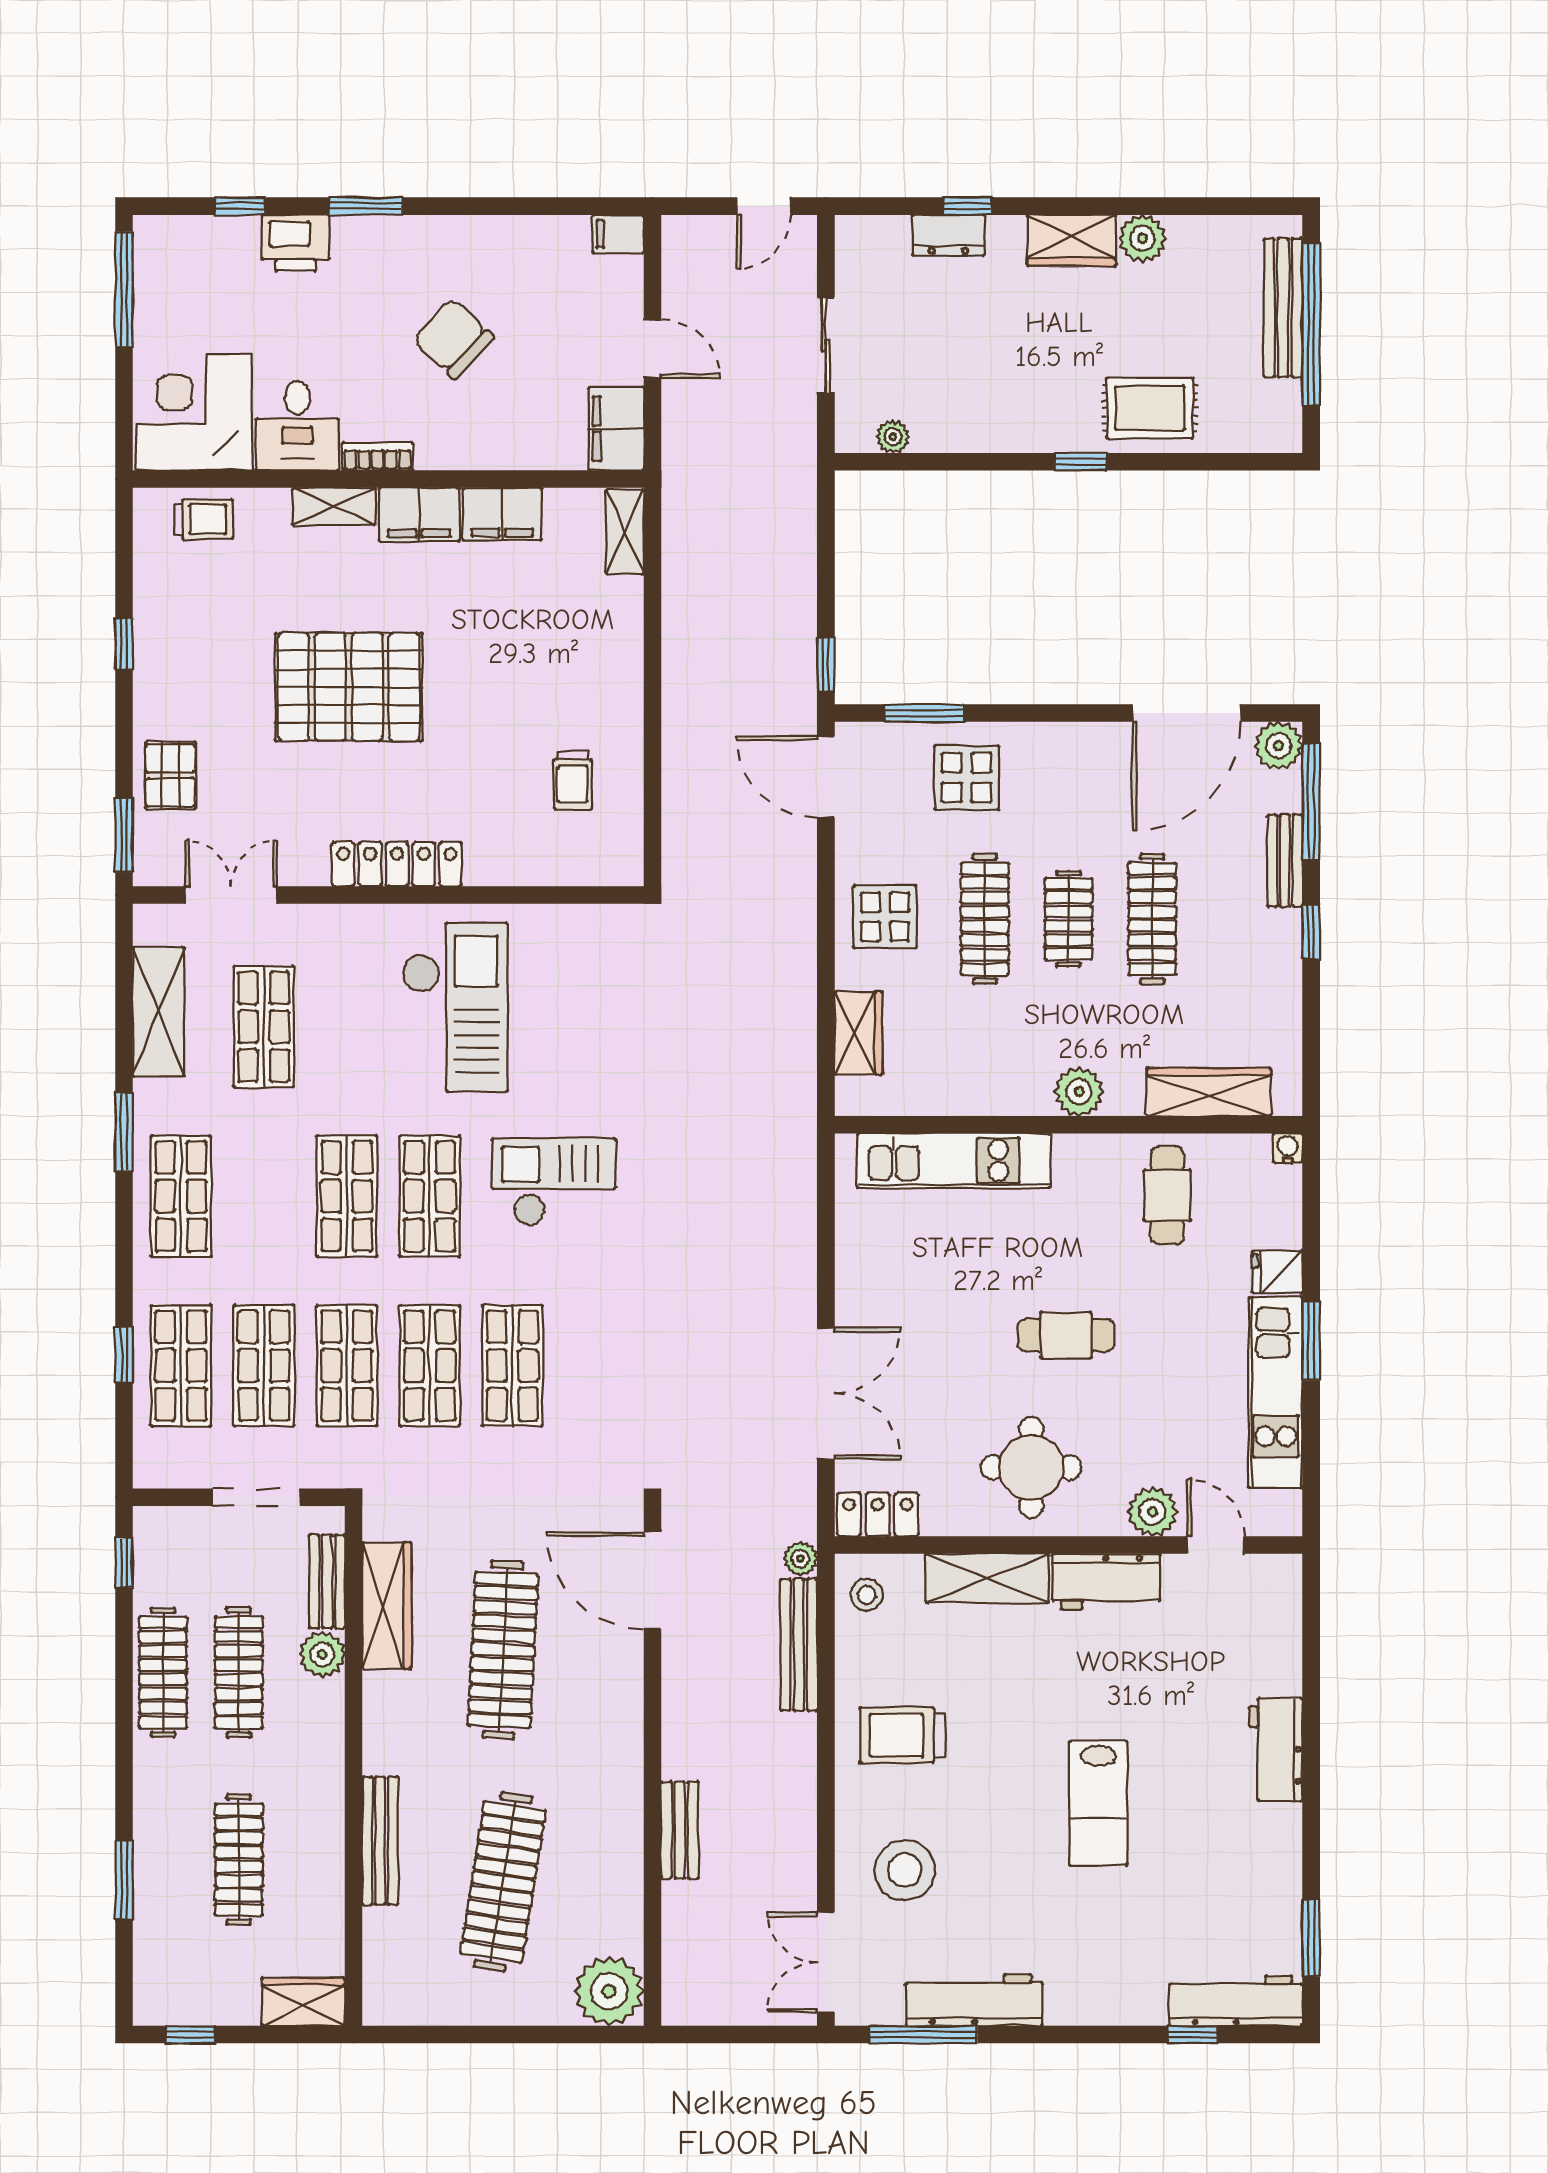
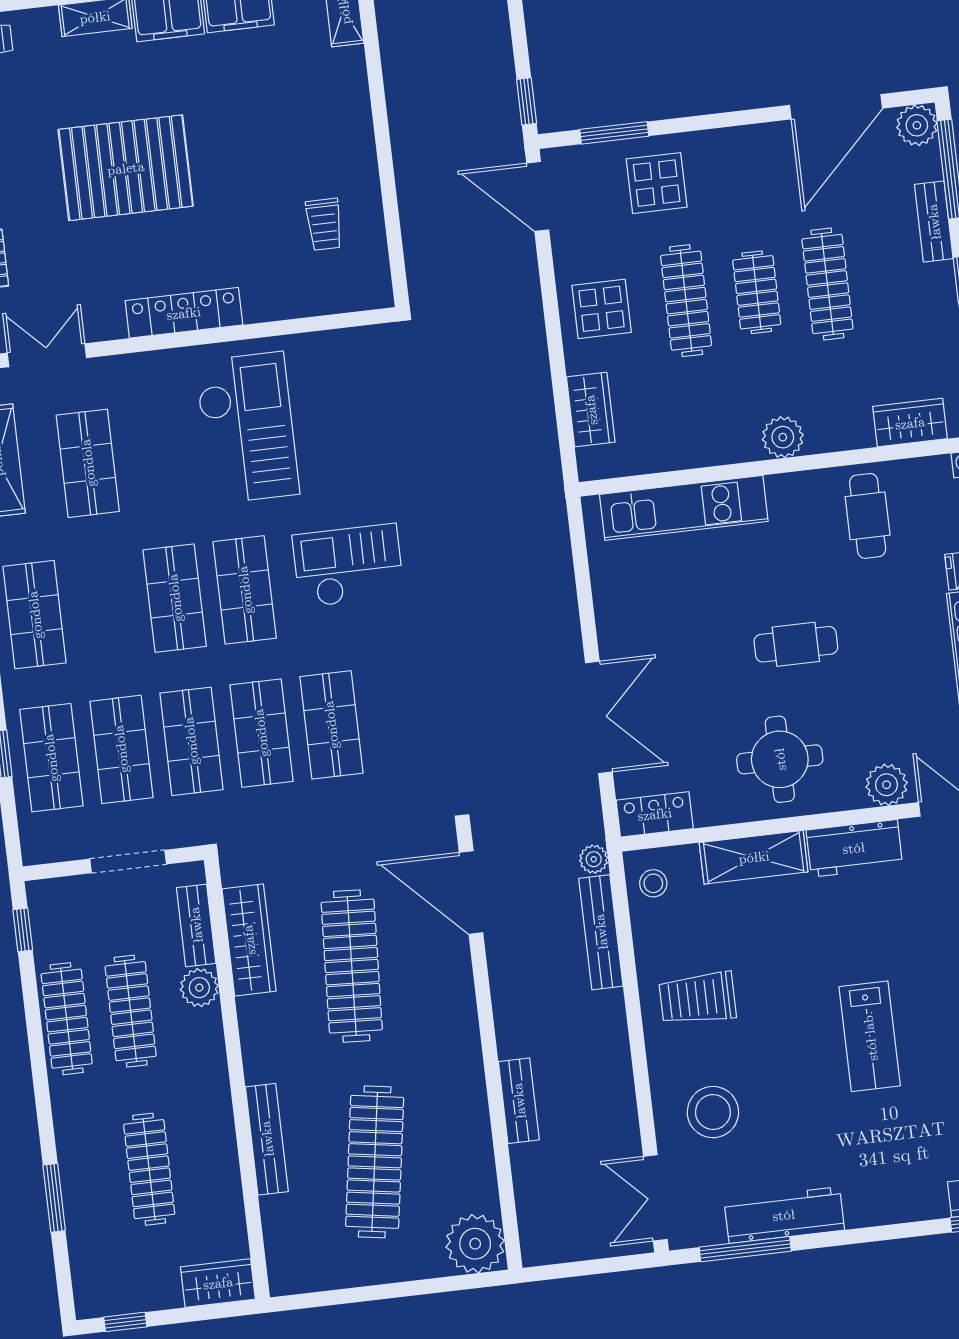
wardrobe: (1209, 1092) -> (910, 423), width x0.67

